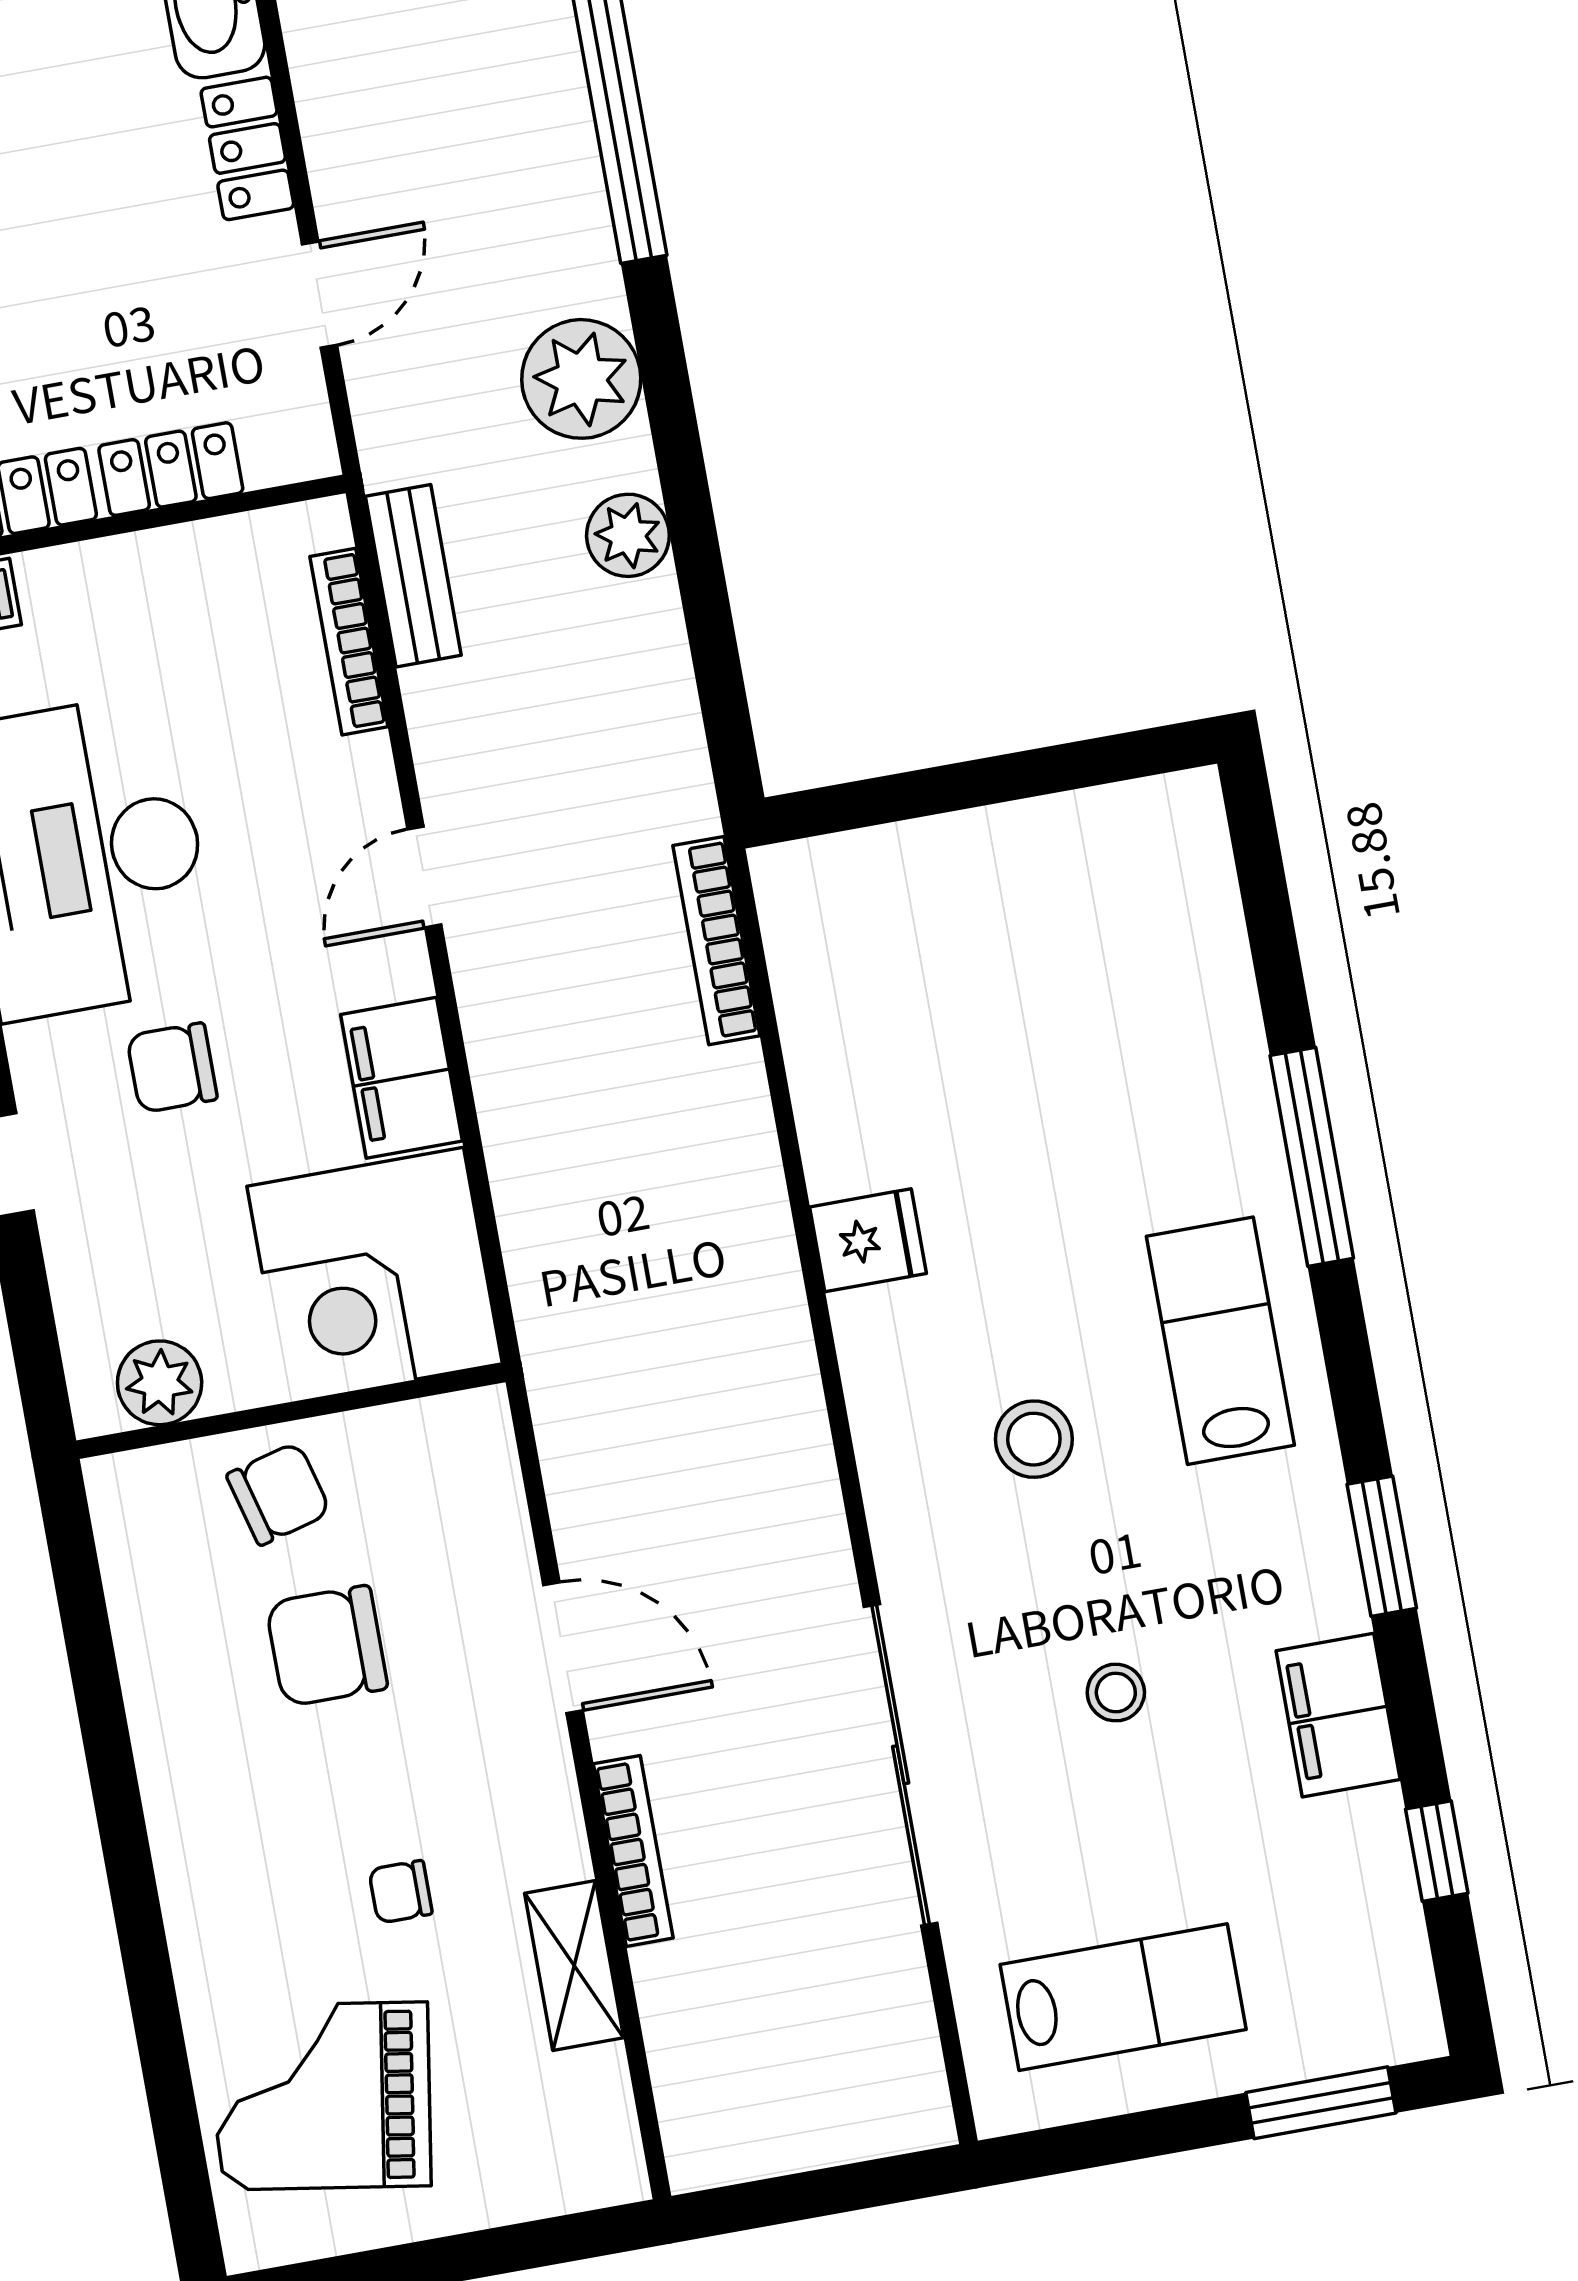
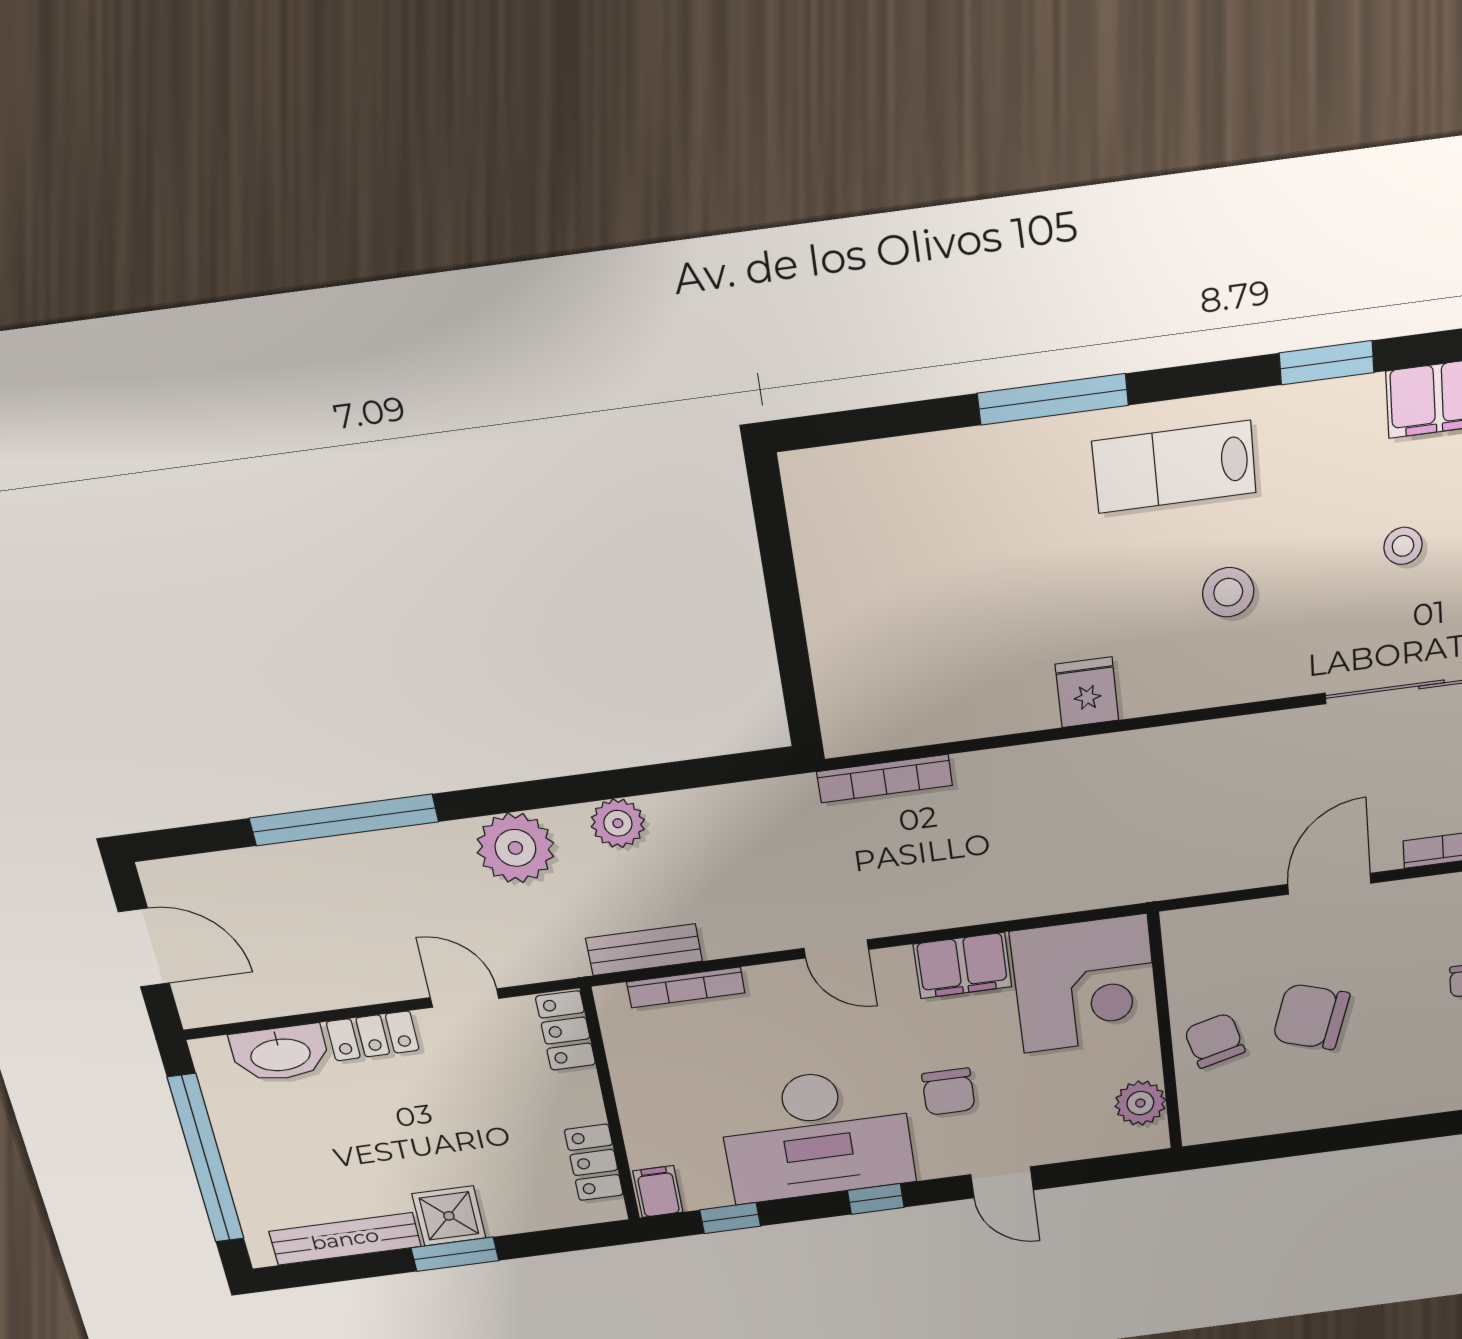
locker: (171, 469) -> (566, 1031), moved
chair: (327, 1646) -> (1311, 1017), turned 108

